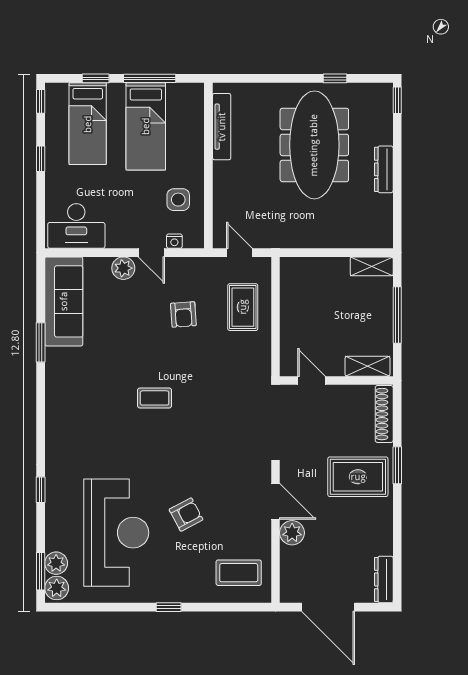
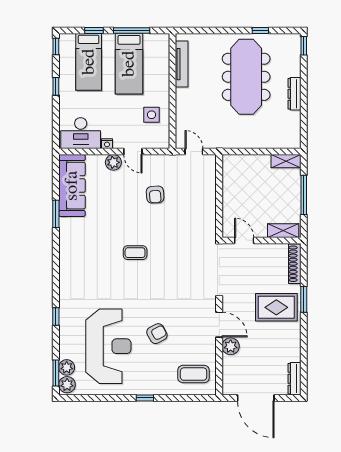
nightstand: (174, 241) -> (107, 144), moved
rug: (243, 307) -> (196, 189), removed

